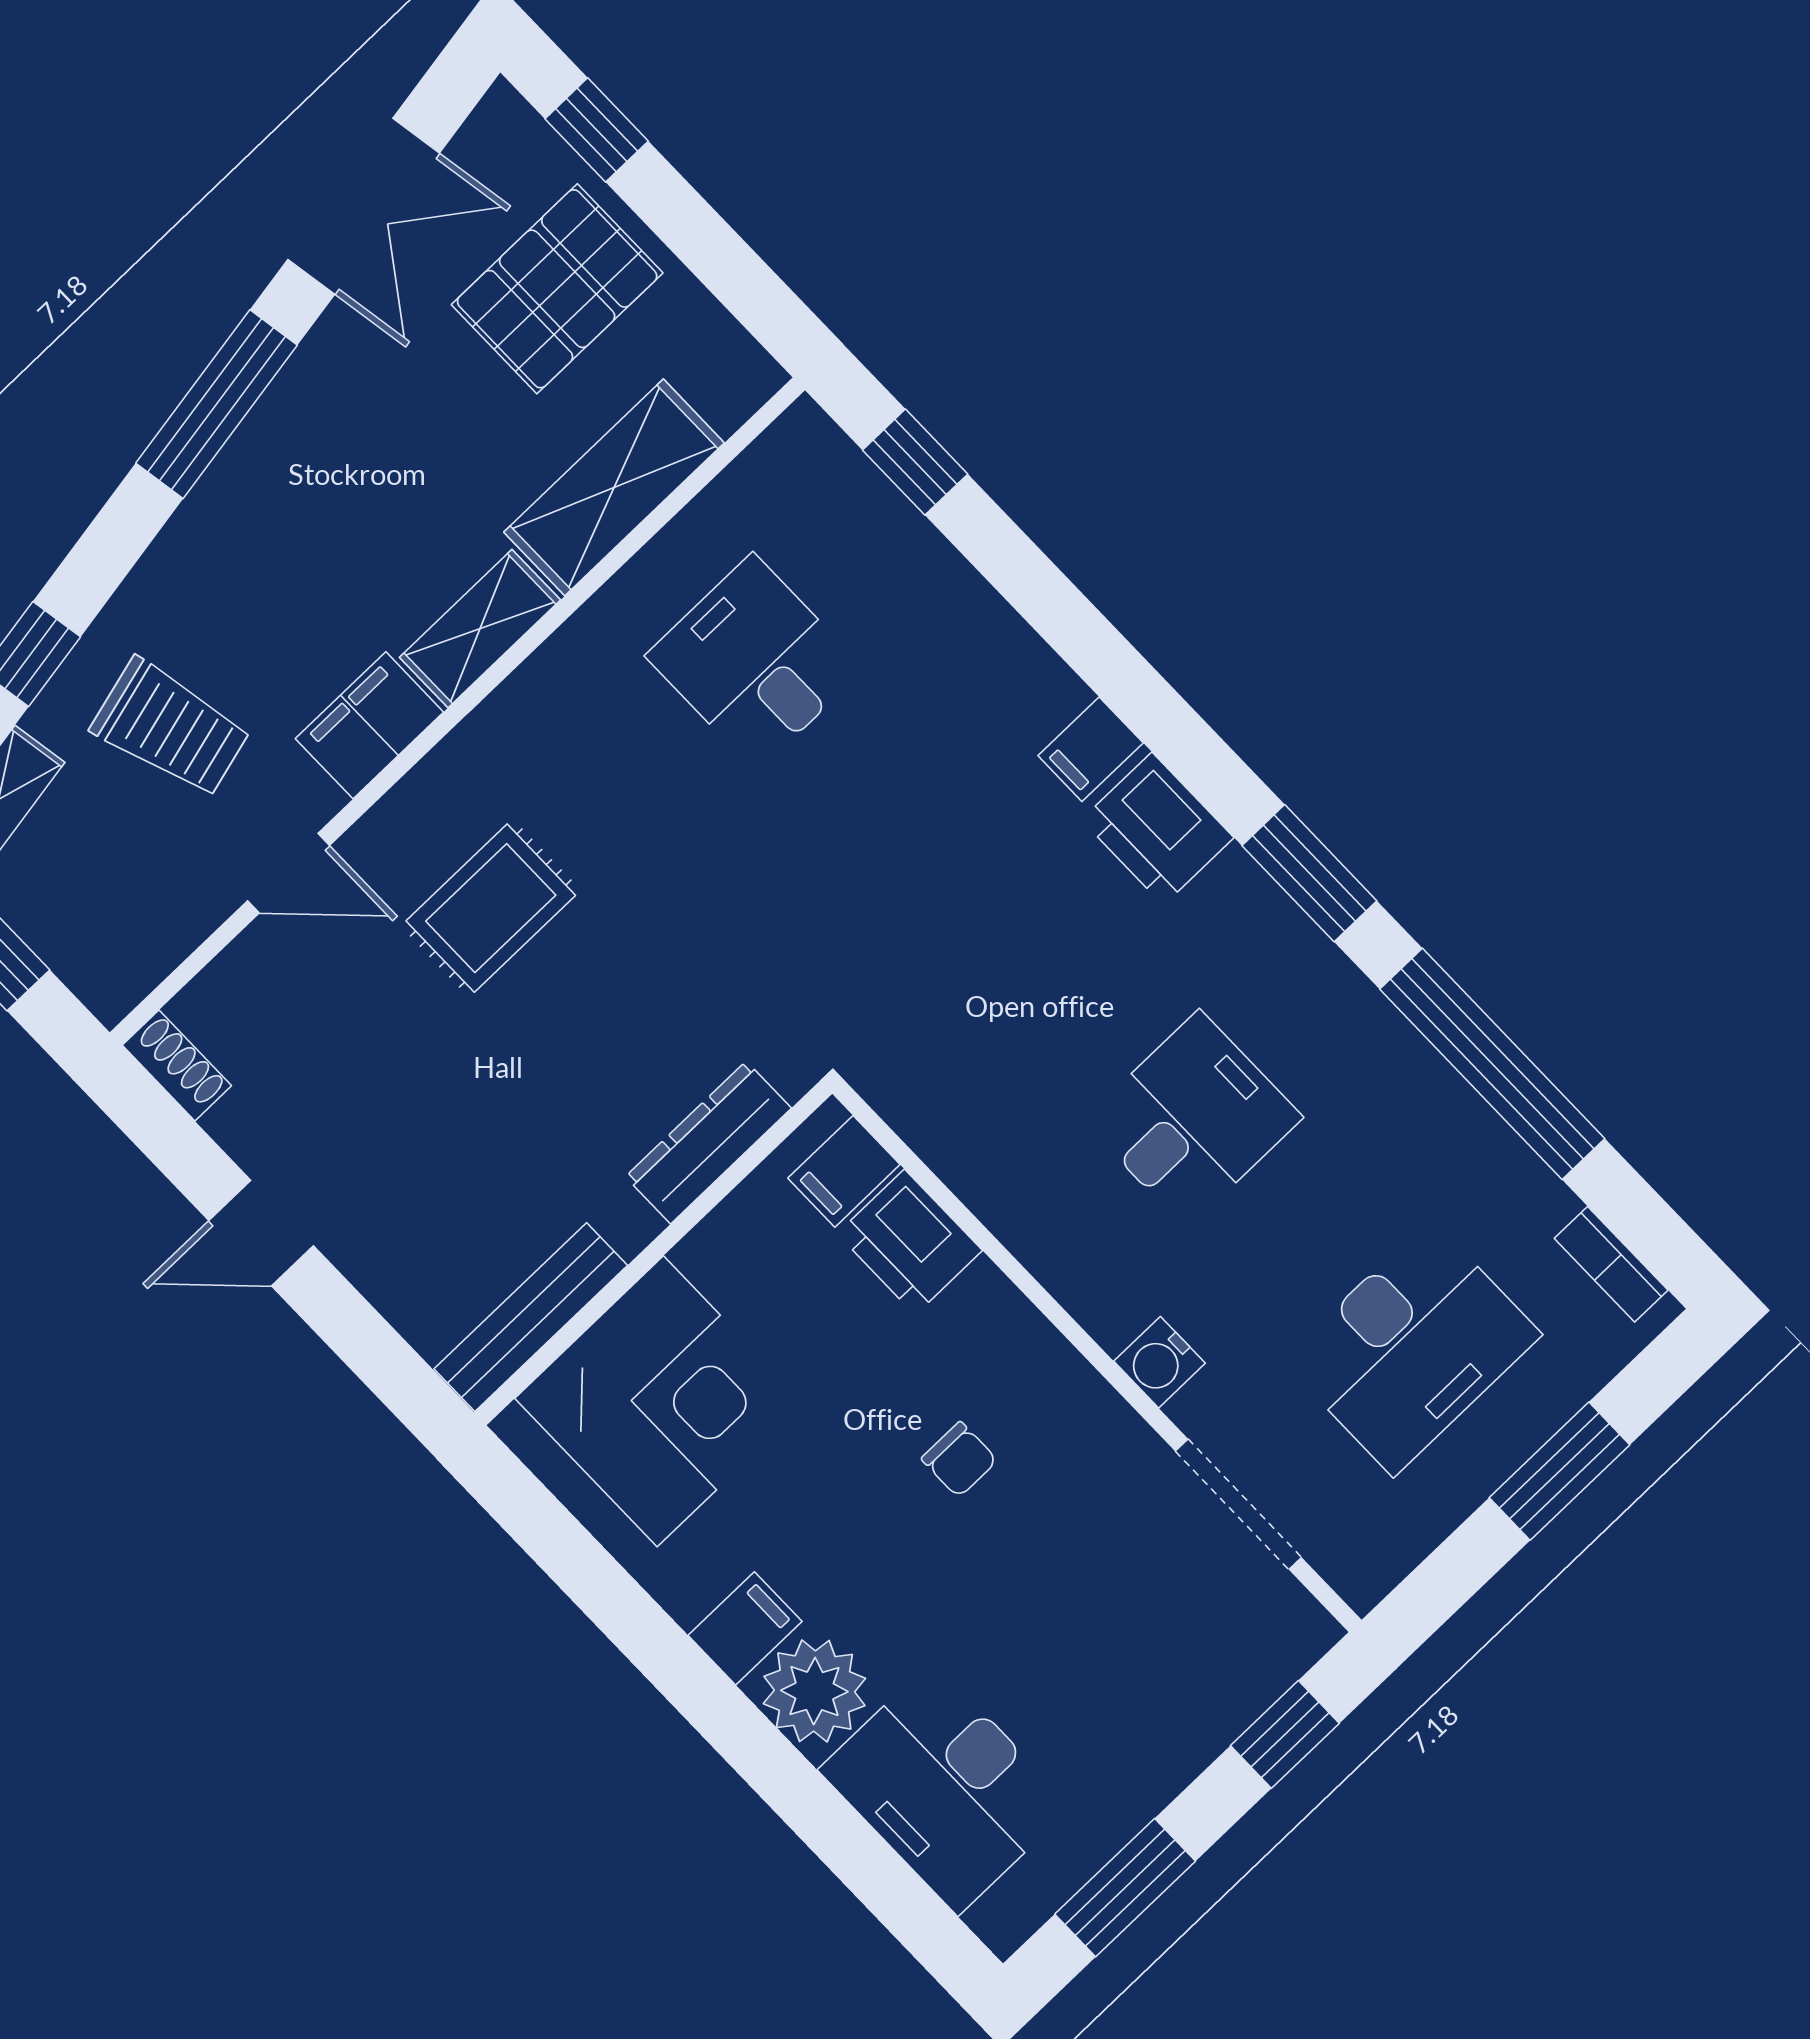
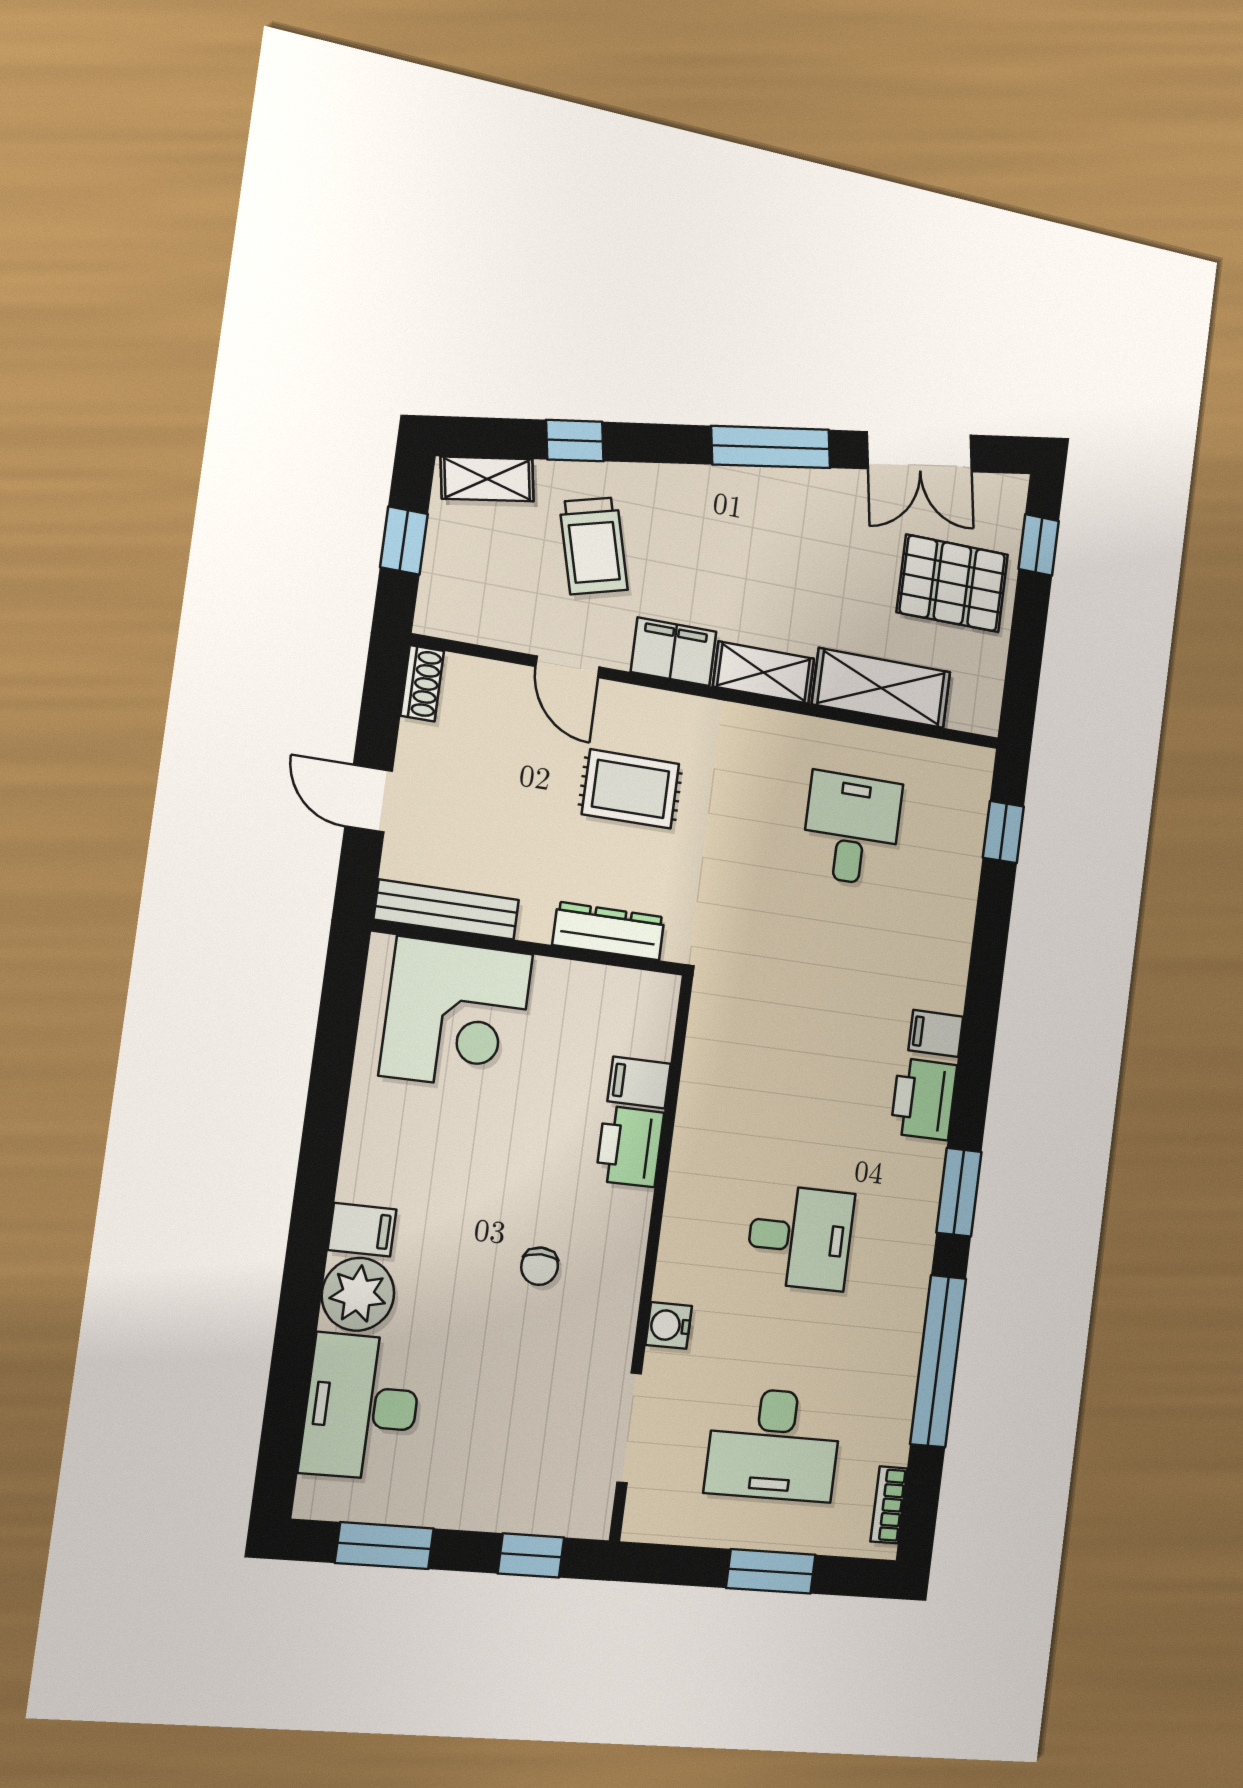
dresser: (708, 1142) -> (609, 931), moved
wall: (653, 1253) -> (530, 948), moved
bench: (531, 1317) -> (447, 910), moved
corner desk: (660, 1401) -> (456, 1015), moved

